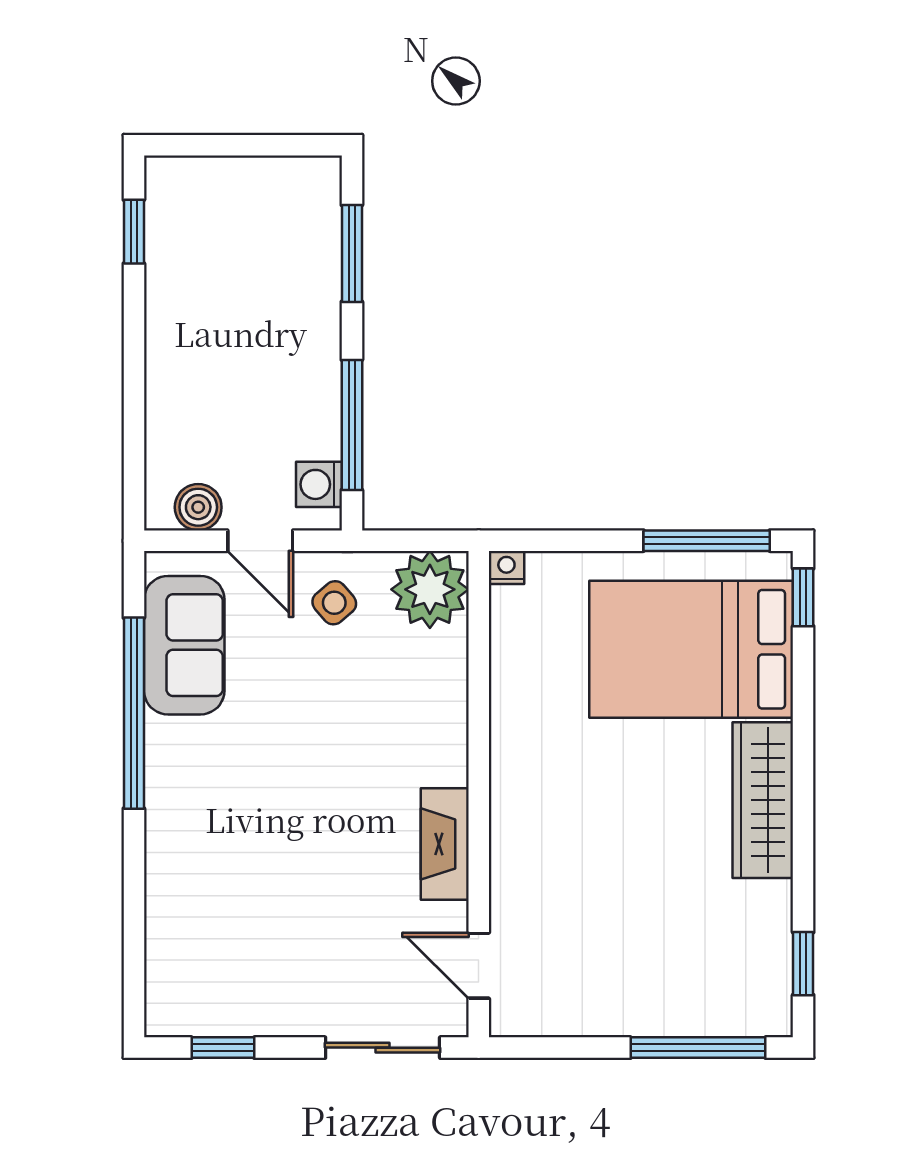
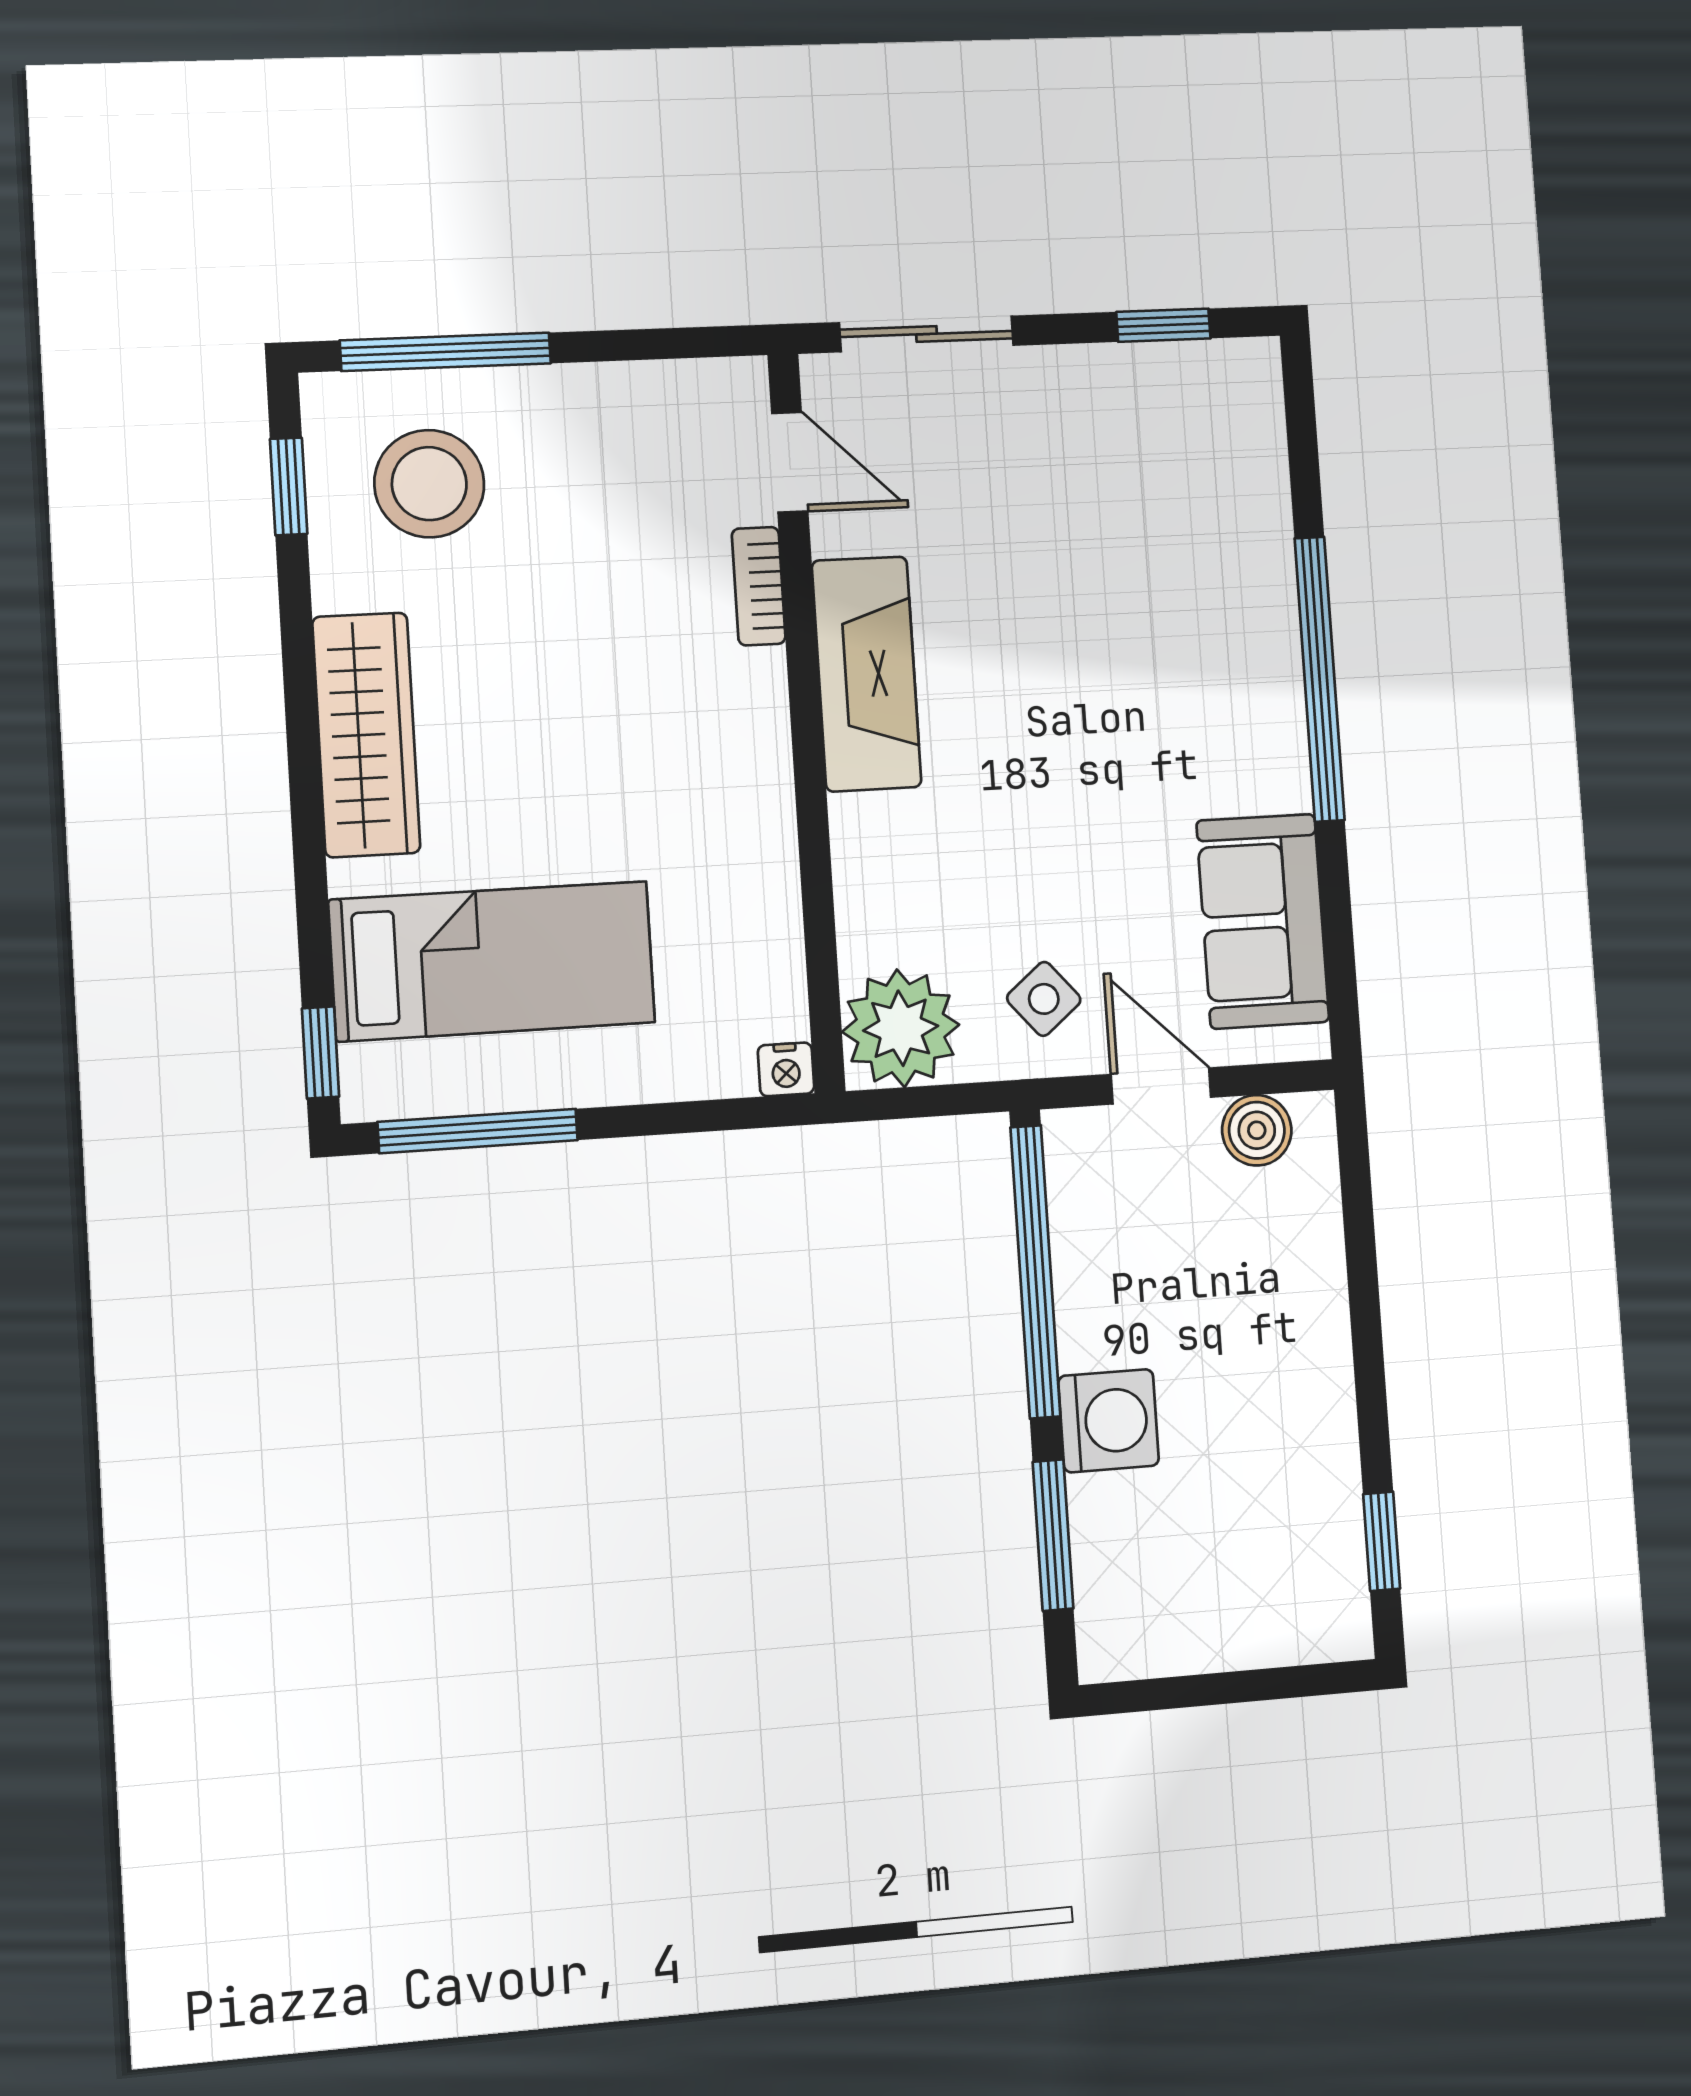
window: (352, 425) -> (1035, 1272), width x1.46
washing machine: (319, 484) -> (1109, 1421), moved, width x1.38, depth x1.38
bed: (691, 649) -> (492, 961), width x0.67
window: (134, 713) -> (1320, 679), moved
fireplace: (445, 844) -> (867, 674), width x1.37, depth x1.32
bookcase: (504, 885) -> (759, 586), added
stool: (713, 962) -> (429, 484), added

